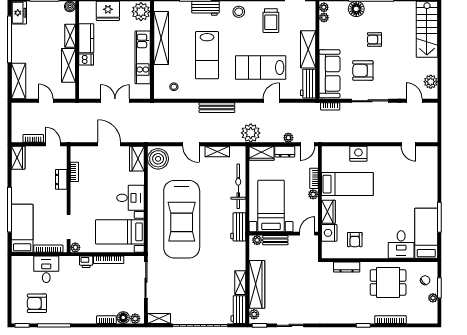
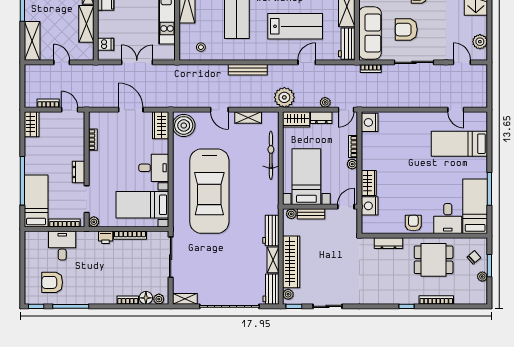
dishwasher: (86, 60) -> (106, 44), moved
lab bench: (261, 68) -> (295, 26), turned 180
nightstand: (358, 154) -> (370, 122), moved, turned -90
dresser: (61, 179) -> (78, 172), moved
bed: (347, 184) -> (459, 144), moved, turned 180
workbench: (238, 227) -> (271, 231), moved
armchair: (355, 240) -> (413, 223), moved, turned 180

